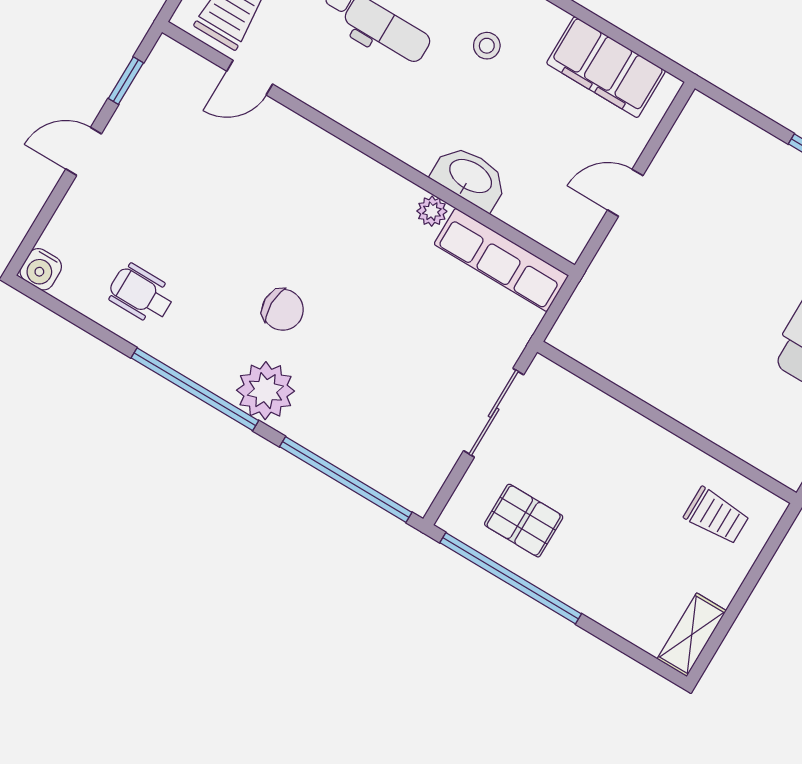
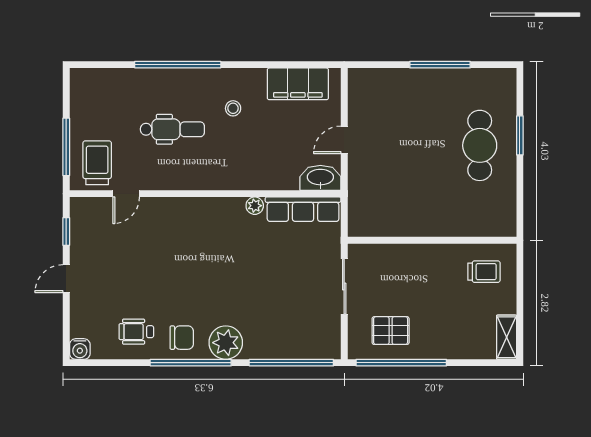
washbasin: (470, 177) -> (320, 178), moved
chair: (283, 310) -> (182, 338), moved

